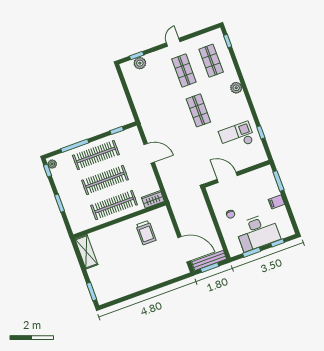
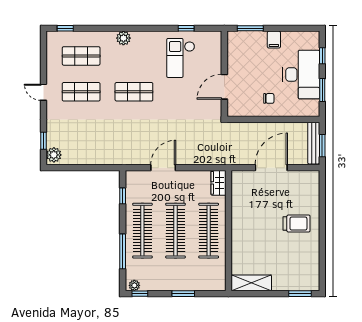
plant: (140, 63) -> (54, 155), moved
trolley: (146, 233) -> (297, 224), moved
door: (184, 249) -> (271, 168), moved

